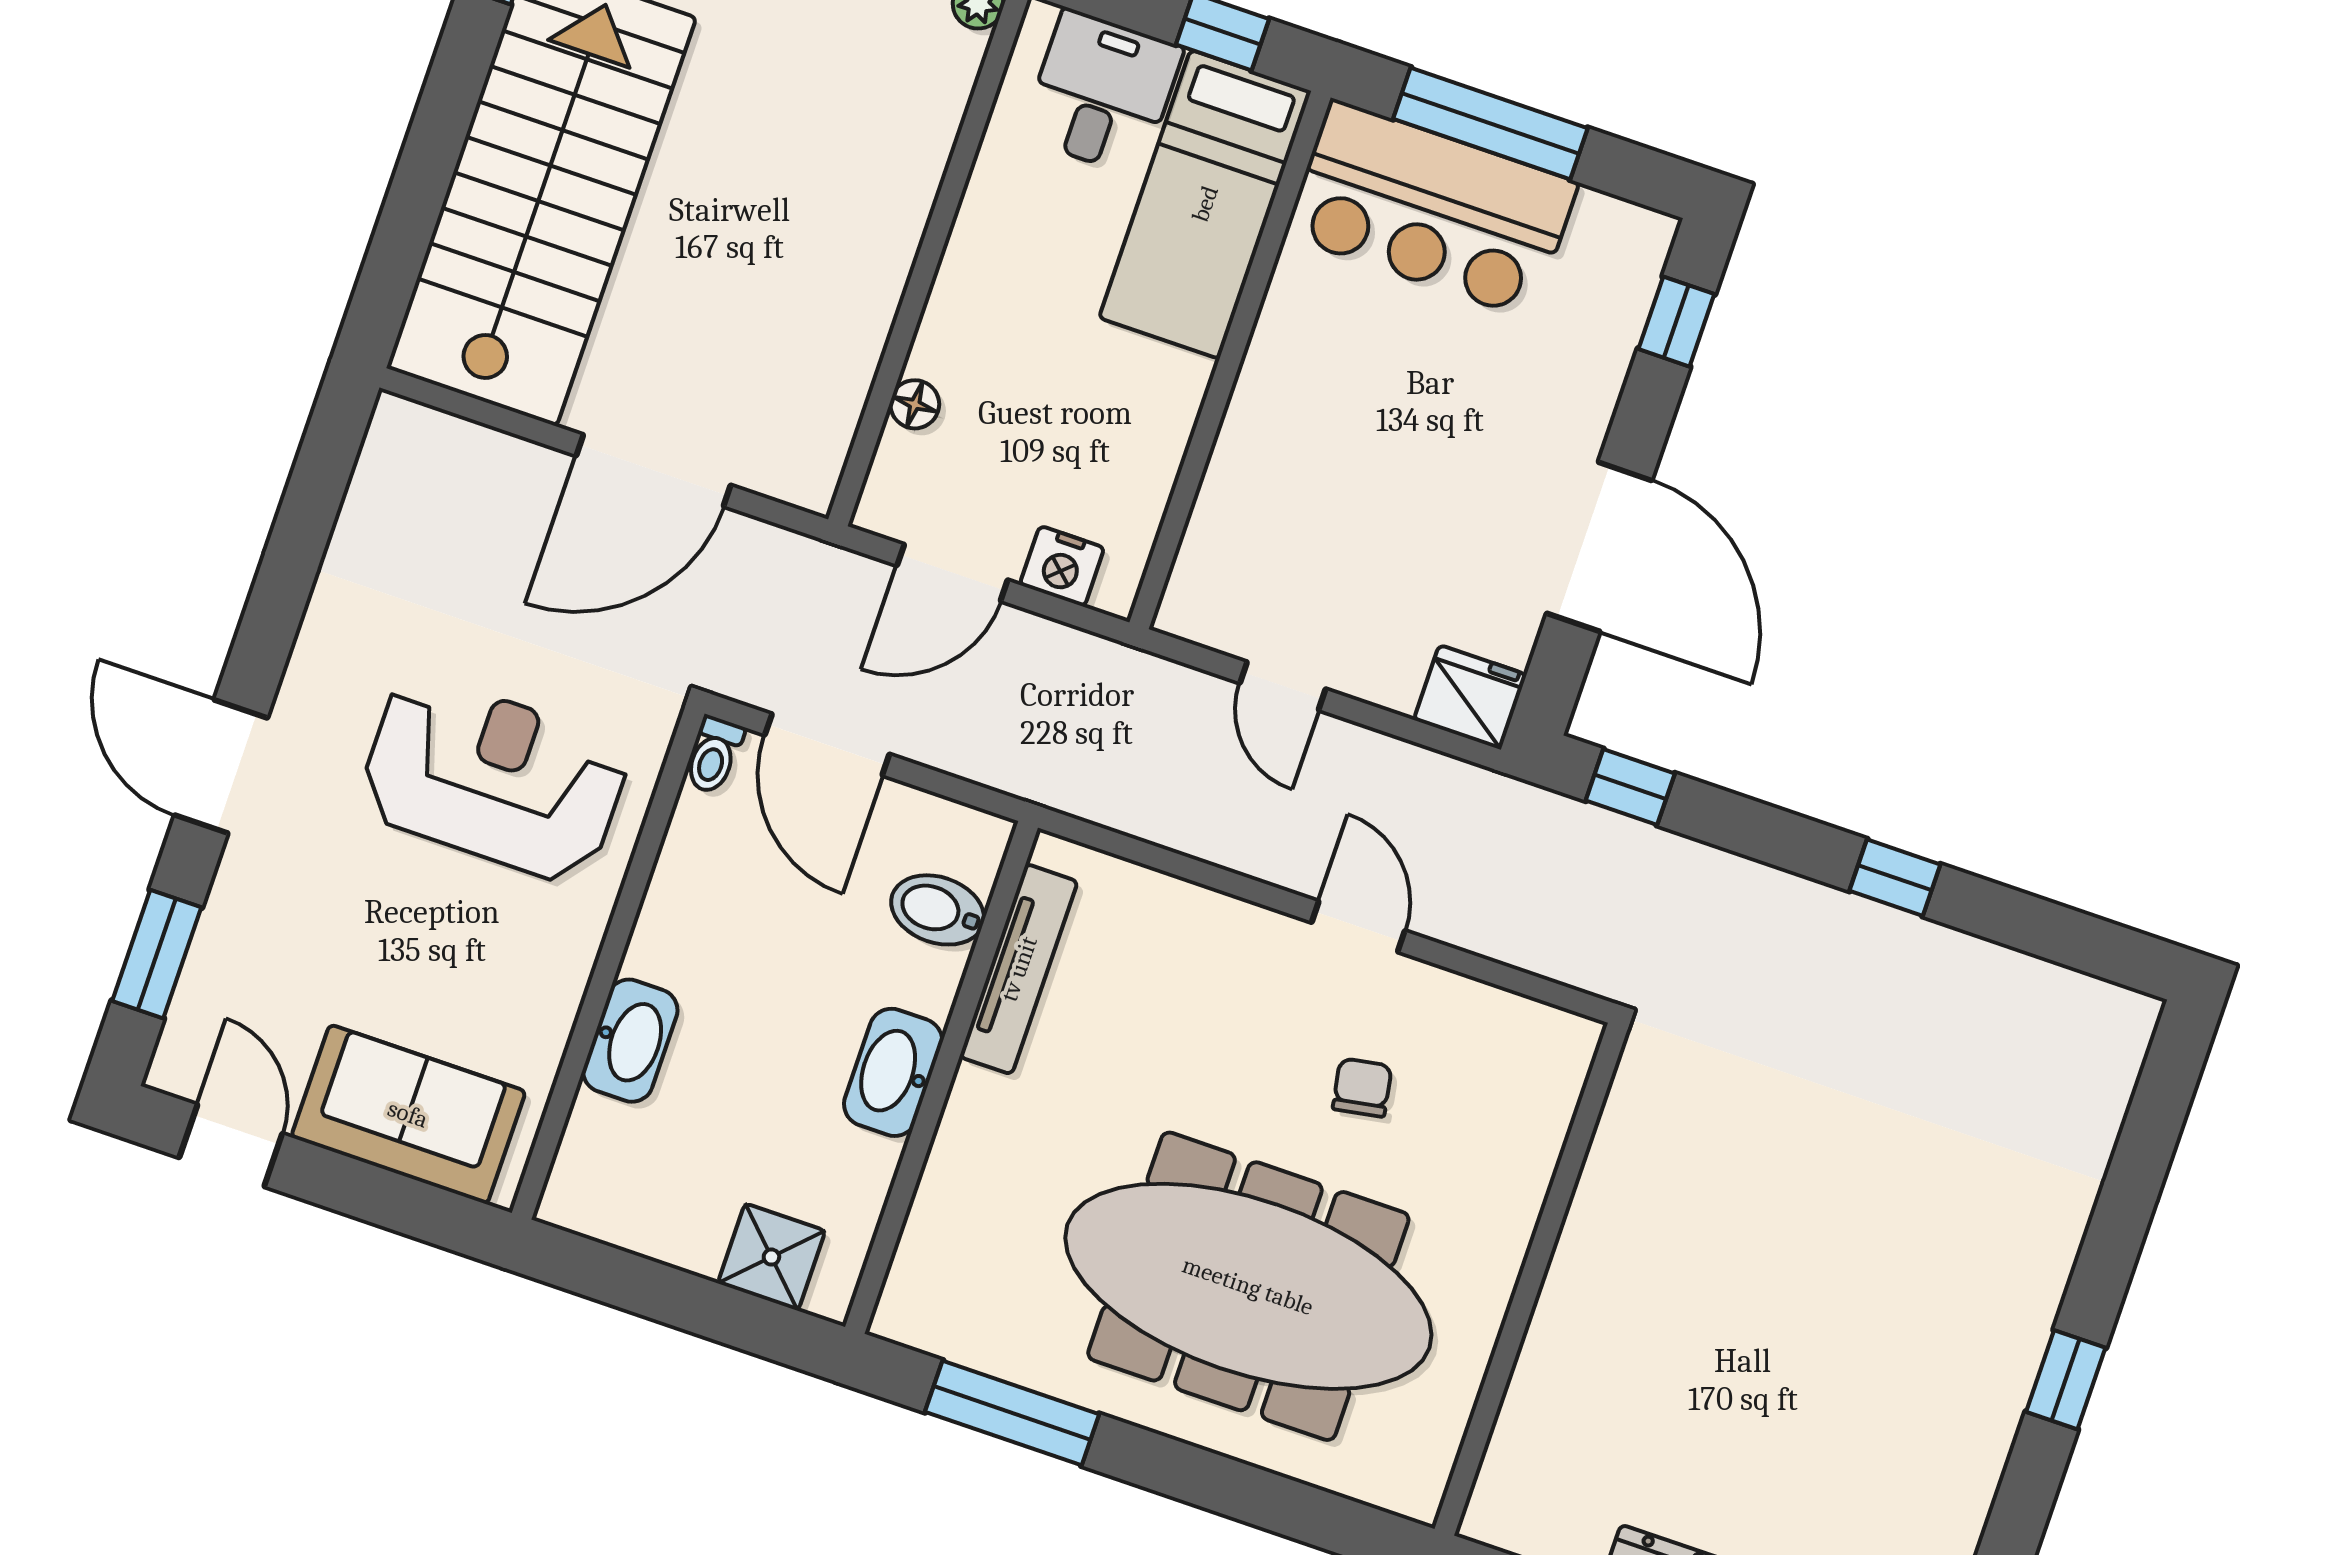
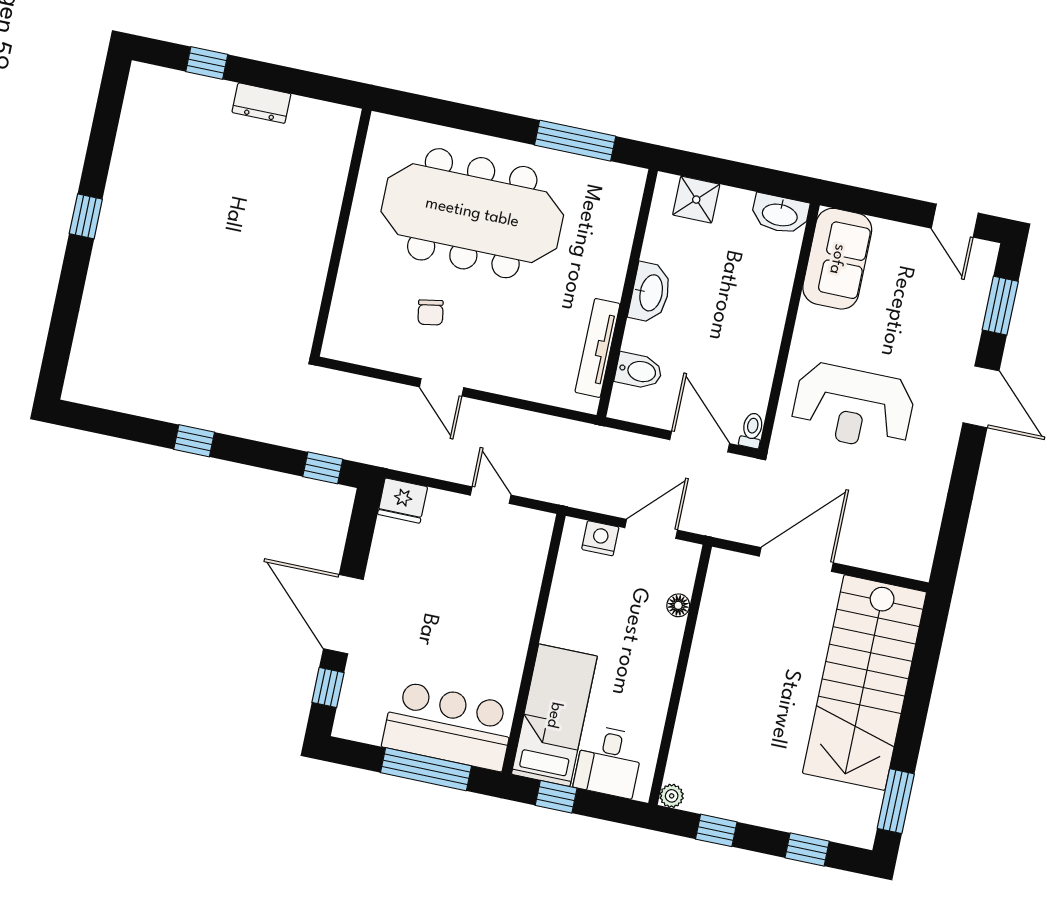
door: (1599, 547) -> (343, 614), moved
washbasin: (630, 1041) -> (780, 214), moved, turned -90
sofa: (408, 1114) -> (837, 259), moved, turned -90

